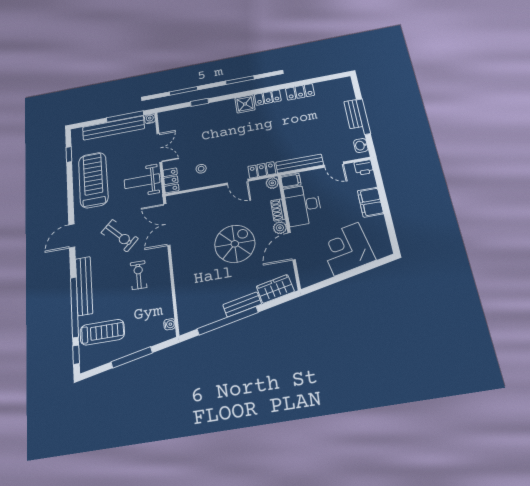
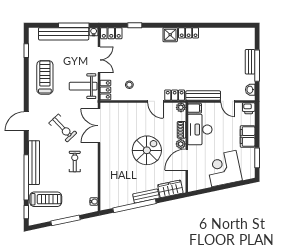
locker: (300, 92) -> (111, 33), moved
treadmill: (93, 180) -> (45, 77), width x0.73, depth x0.73
window: (390, 227) -> (257, 158), added

